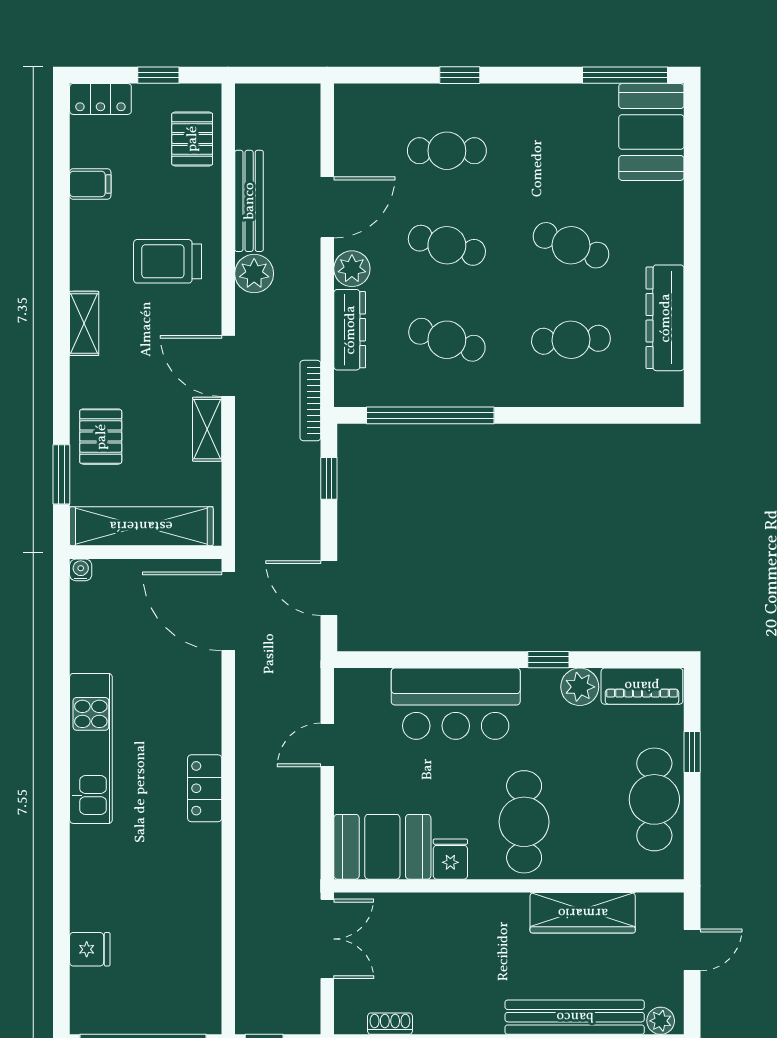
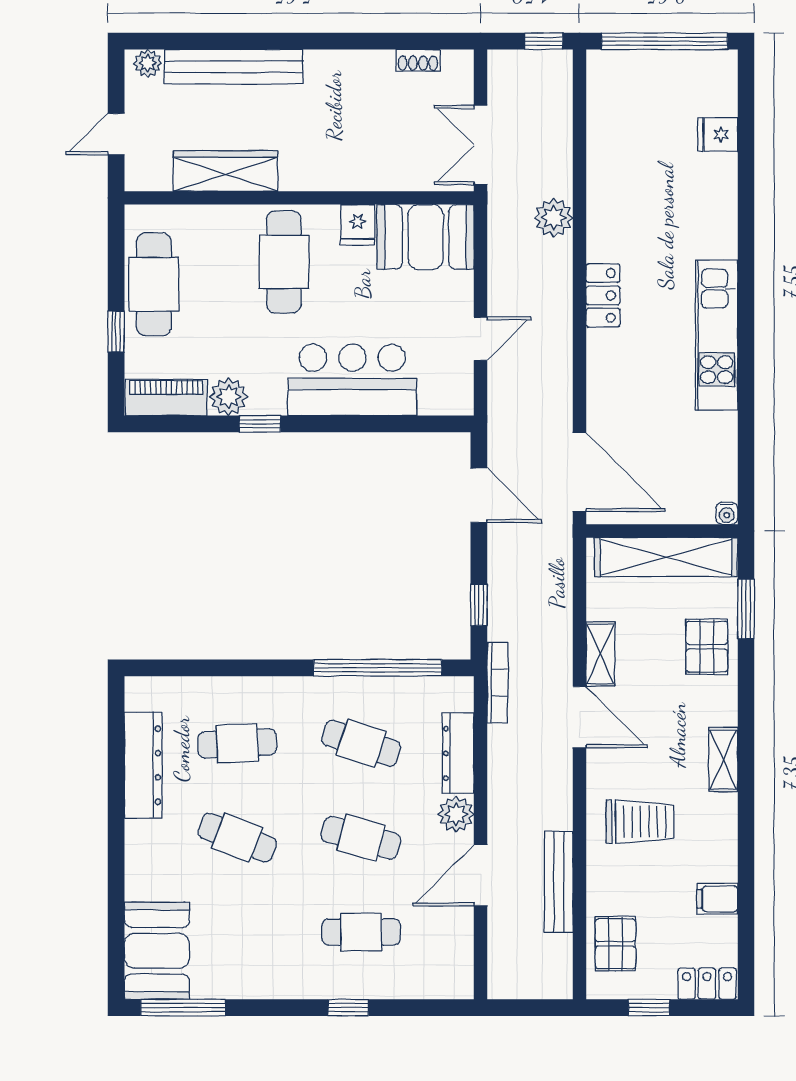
plant: (254, 274) -> (554, 218), moved

